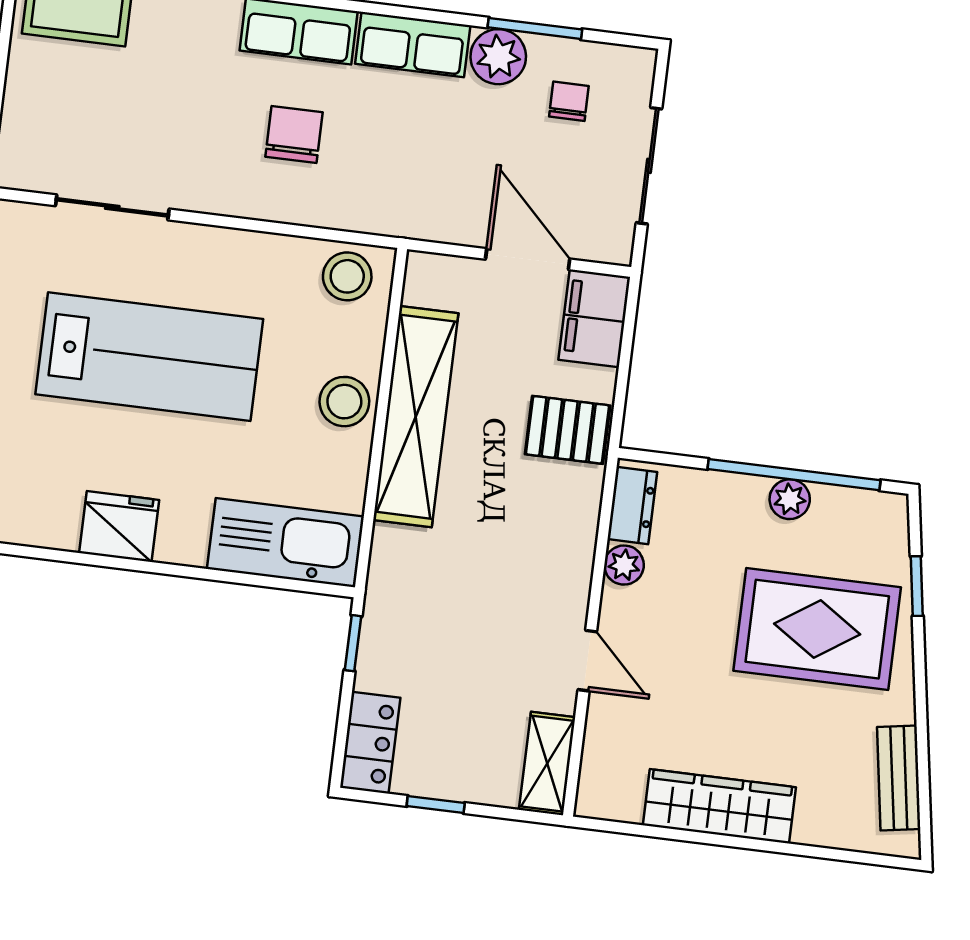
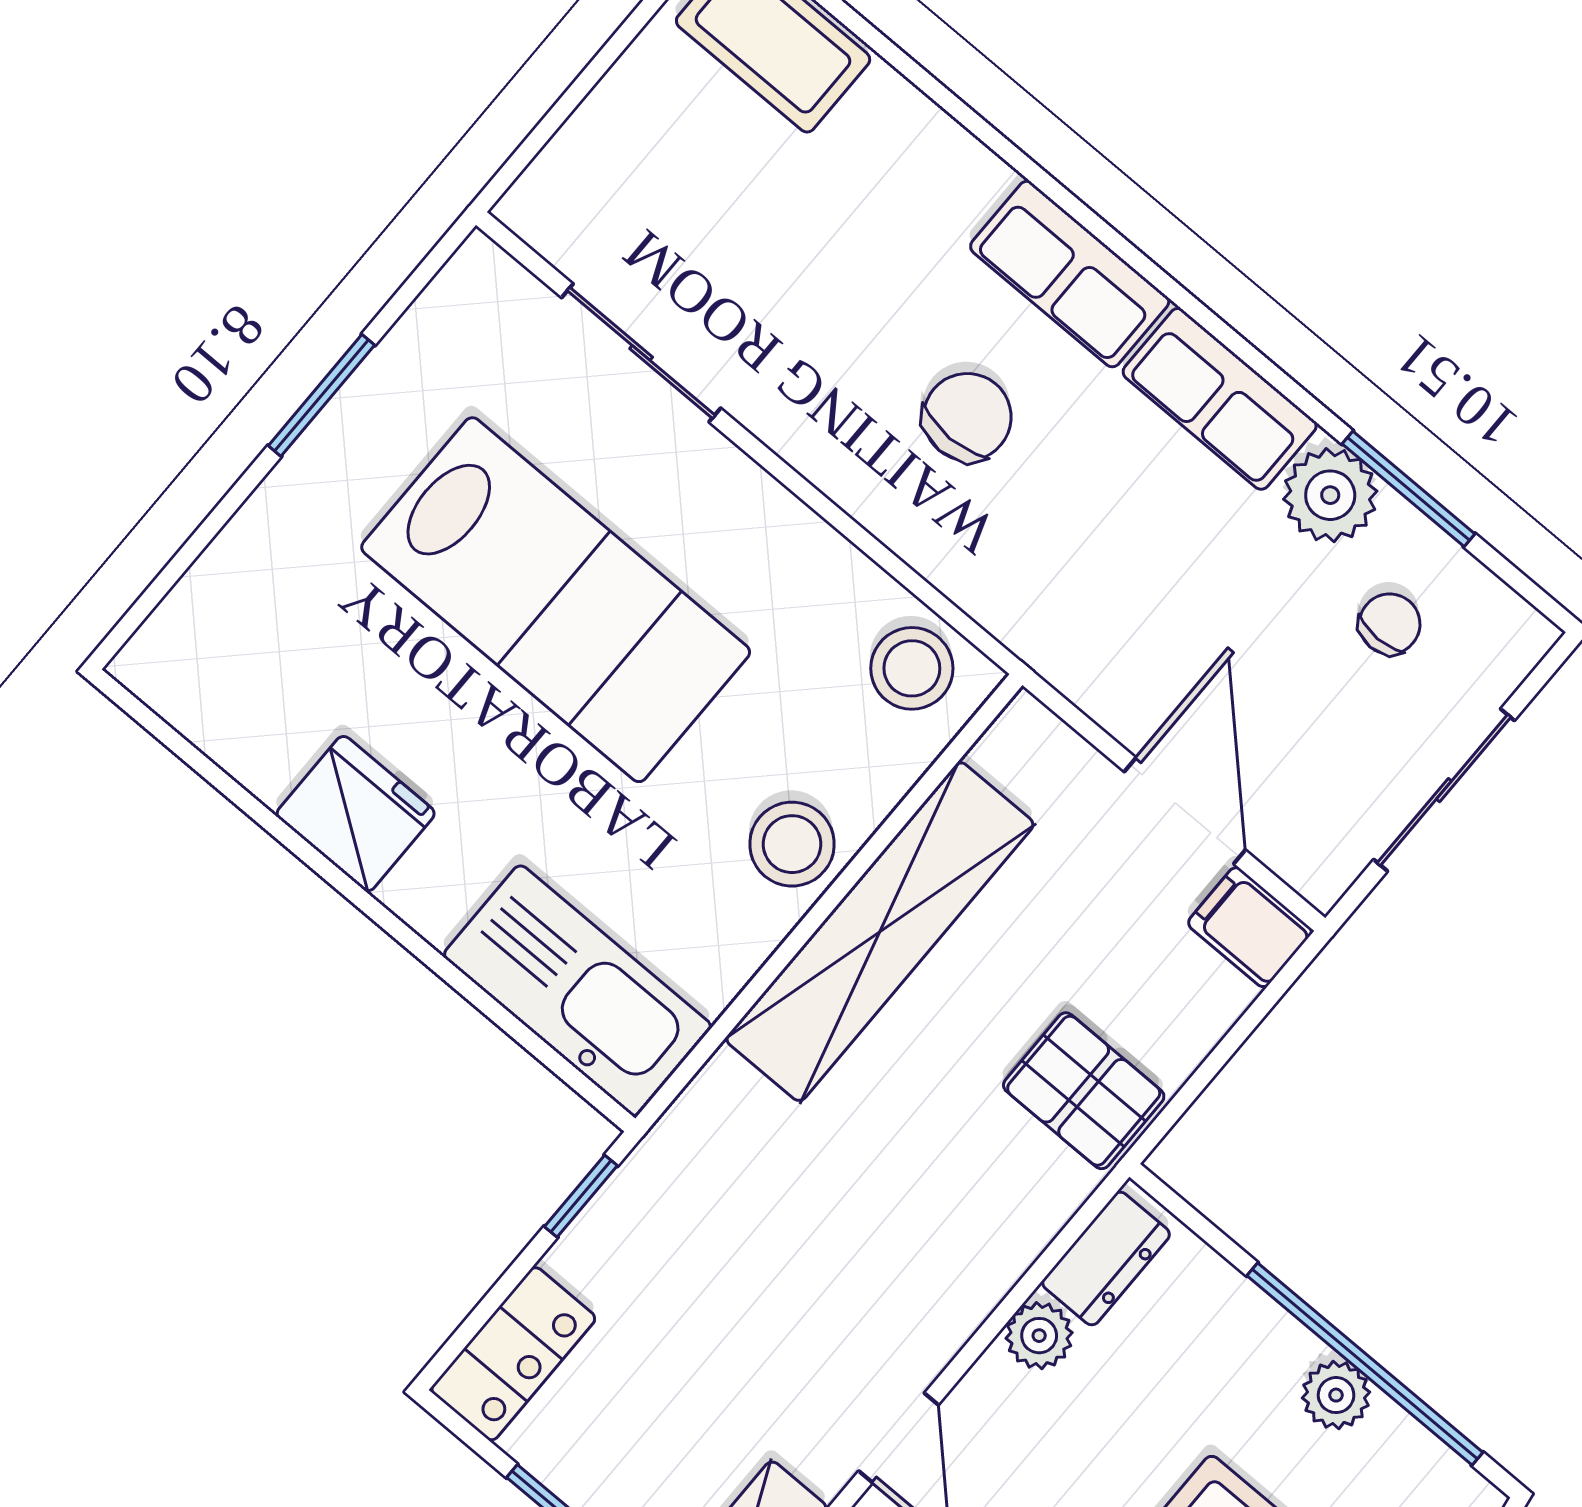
filing cabinet: (594, 318) -> (1250, 927), width x0.50

